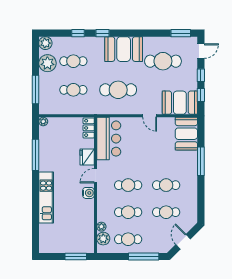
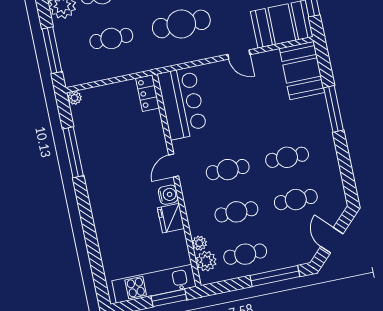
fridge: (87, 157) -> (171, 218), moved
kitchen unit: (46, 197) -> (154, 284), moved, turned -90

